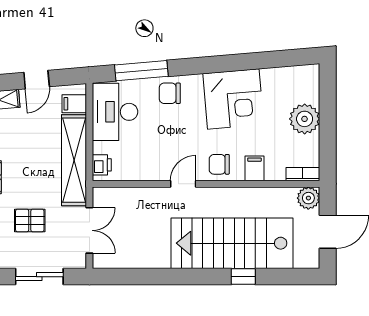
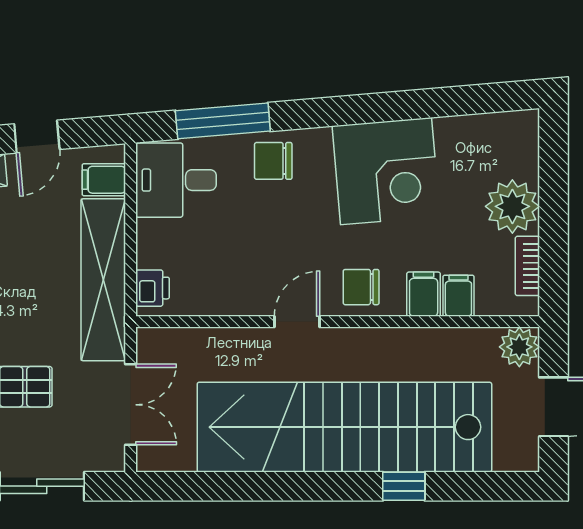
desk: (115, 112) -> (176, 180), width x0.73
filing cabinet: (274, 169) -> (458, 296), added
bookcase: (303, 174) -> (527, 266), moved, turned -90
stairs: (232, 243) -> (344, 427), width x1.36

